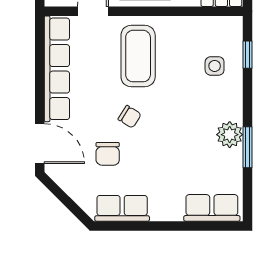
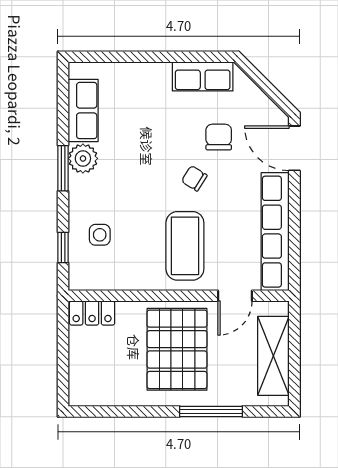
window: (247, 147) -> (63, 168), moved
row of seats: (212, 208) -> (83, 111), moved, turned -90

